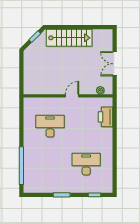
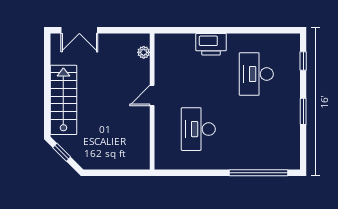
double door: (115, 64) -> (79, 30), moved
door: (72, 96) -> (152, 95), hinge flipped
printer: (106, 117) -> (211, 44), moved

